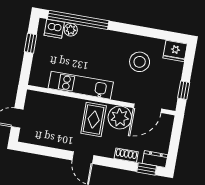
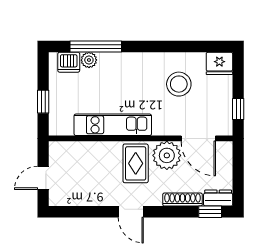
window: (78, 20) -> (96, 47), width x0.68
window: (30, 43) -> (43, 102), moved
door: (148, 108) -> (198, 138), hinge flipped
shoe rack: (126, 155) -> (183, 200), width x1.43

